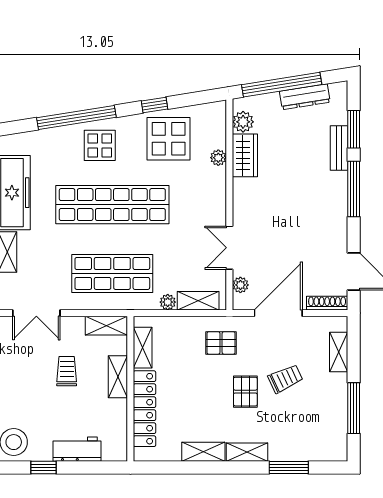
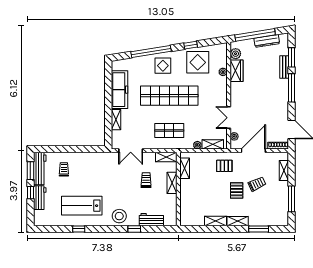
shop shelf: (112, 273) -> (169, 131), width x0.70, depth x0.74
locker: (145, 409) -> (186, 199), removed

